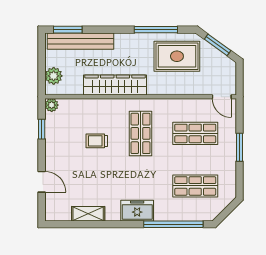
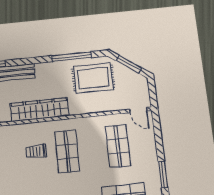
shop shelf: (195, 133) -> (118, 146), turned 90
trolley: (97, 141) -> (36, 151), moved
window: (239, 147) -> (163, 175), moved

